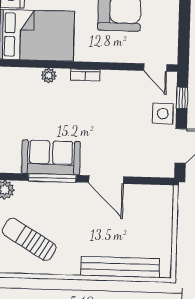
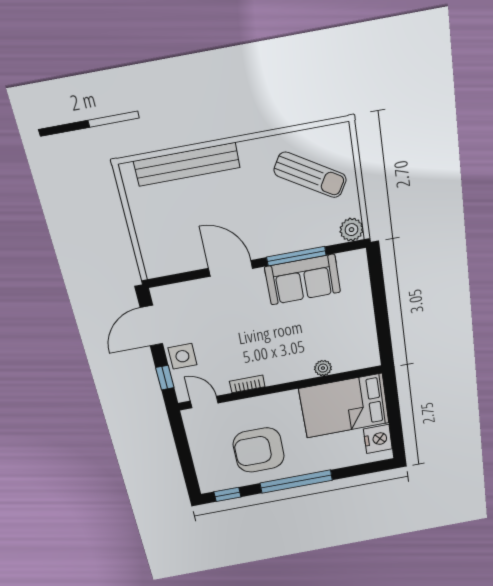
bookcase: (85, 75) -> (247, 384), moved

